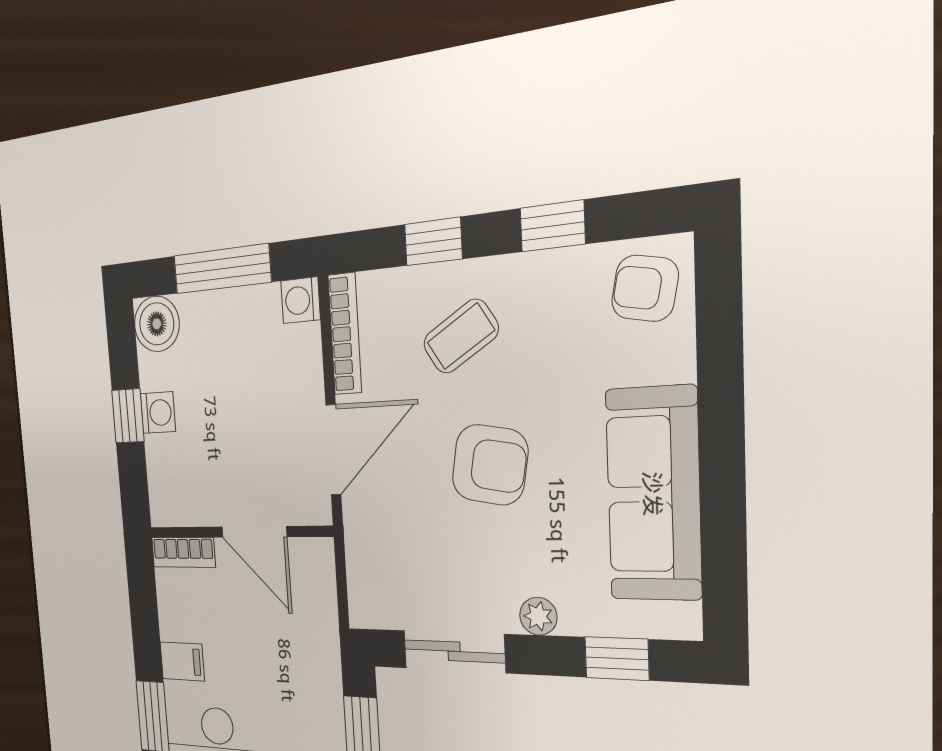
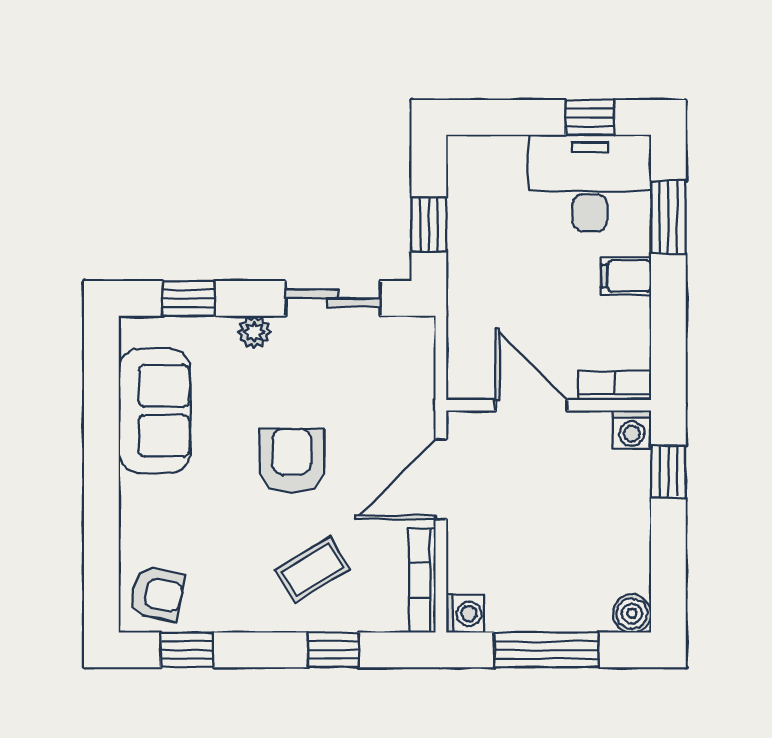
window: (553, 226) -> (187, 650), moved
boiler: (157, 324) -> (632, 614), width x0.73, depth x0.73
washing machine: (158, 413) -> (632, 430), moved, turned -90
window: (128, 416) -> (668, 472), moved
armchair: (490, 465) -> (292, 461), turned 80
sofa: (653, 494) -> (155, 411), width x0.73

